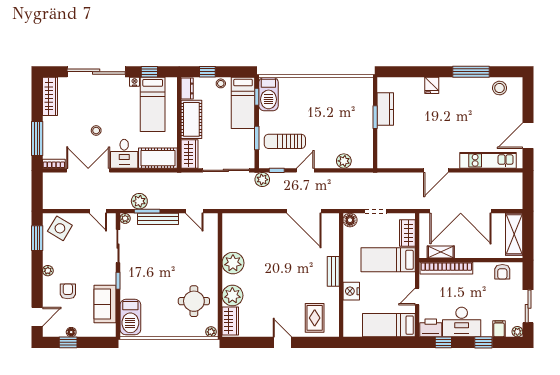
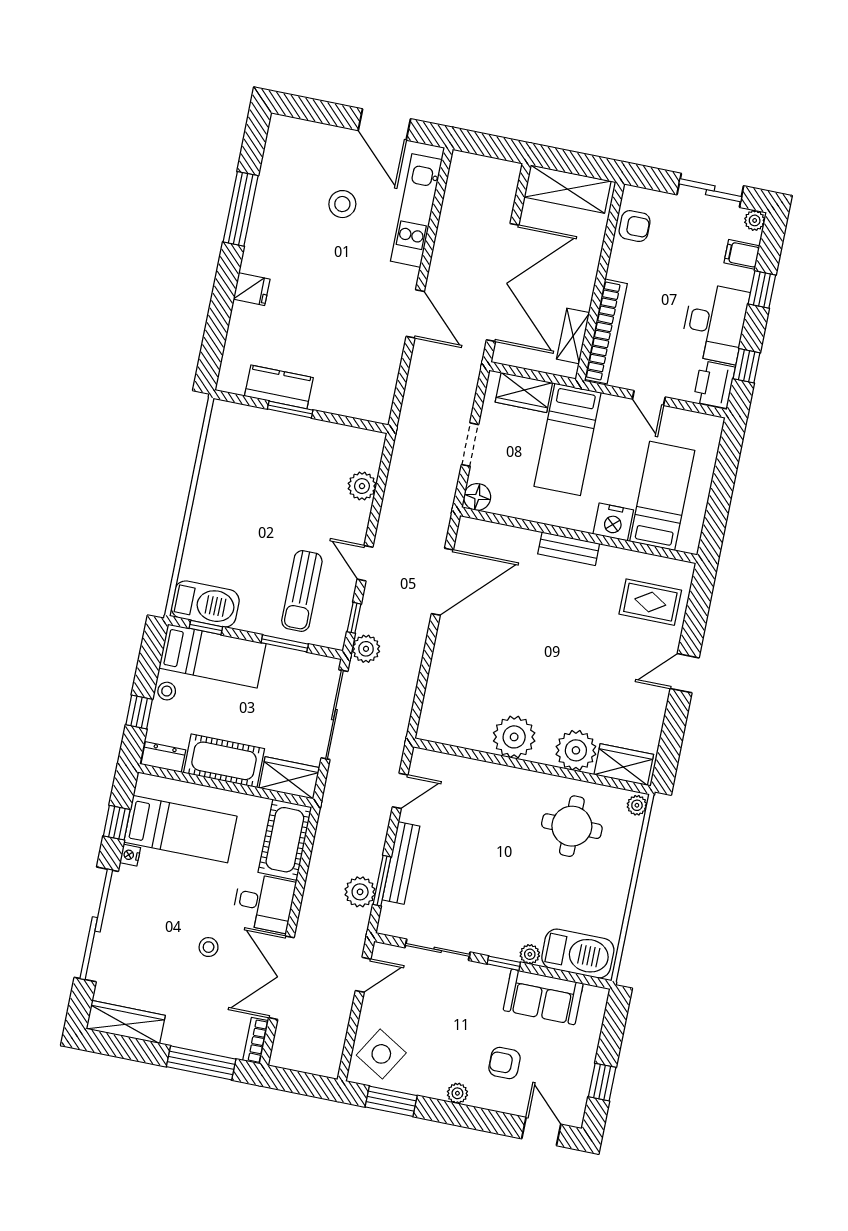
stool: (500, 88) -> (342, 204), moved
plant: (125, 218) -> (530, 954), moved
bed: (389, 325) -> (662, 496), moved, turned 180
floor lamp: (71, 332) -> (584, 1072), removed

